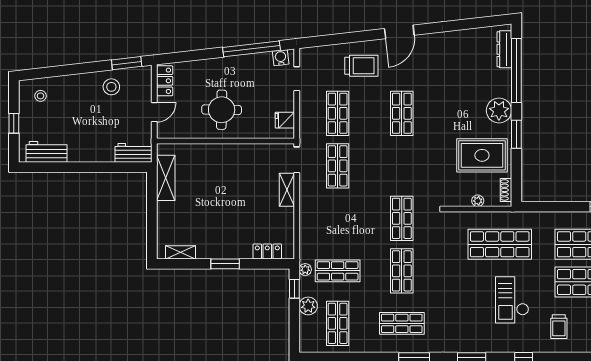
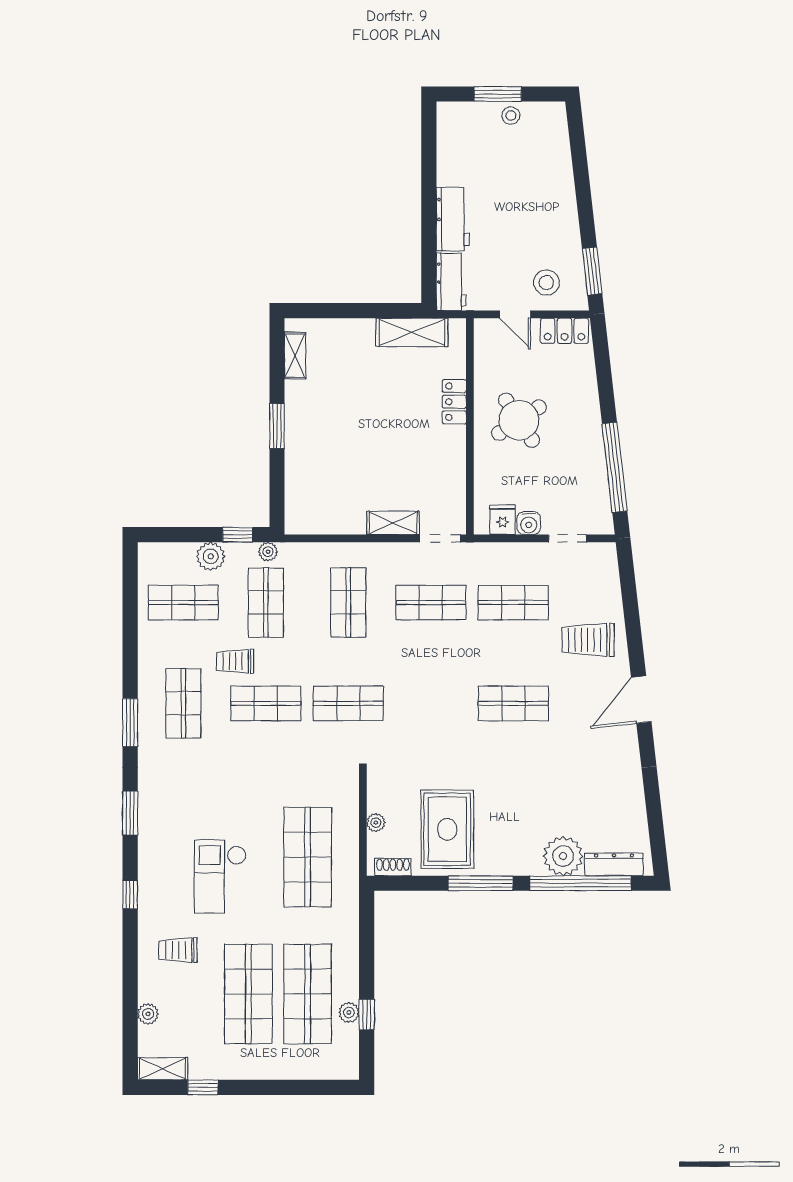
door: (399, 32) -> (641, 700), hinge flipped
water cooler: (281, 58) -> (529, 523), moved, turned 97
trolley: (361, 66) -> (588, 640), turned 90
stool: (111, 87) -> (546, 283), moved
stool: (41, 96) -> (511, 116), moved
round table: (222, 110) -> (519, 420), turned -34
plant: (499, 111) -> (563, 856), moved
window: (14, 123) -> (498, 94), width x1.50
window: (516, 134) -> (480, 883), width x1.44
workbench: (47, 152) -> (453, 219), moved
shop shelf: (338, 218) -> (348, 603), added
locker: (267, 251) -> (454, 402), moved, turned 180
trolley: (375, 291) -> (235, 661), added
checkout: (512, 300) -> (220, 877), turned -90

